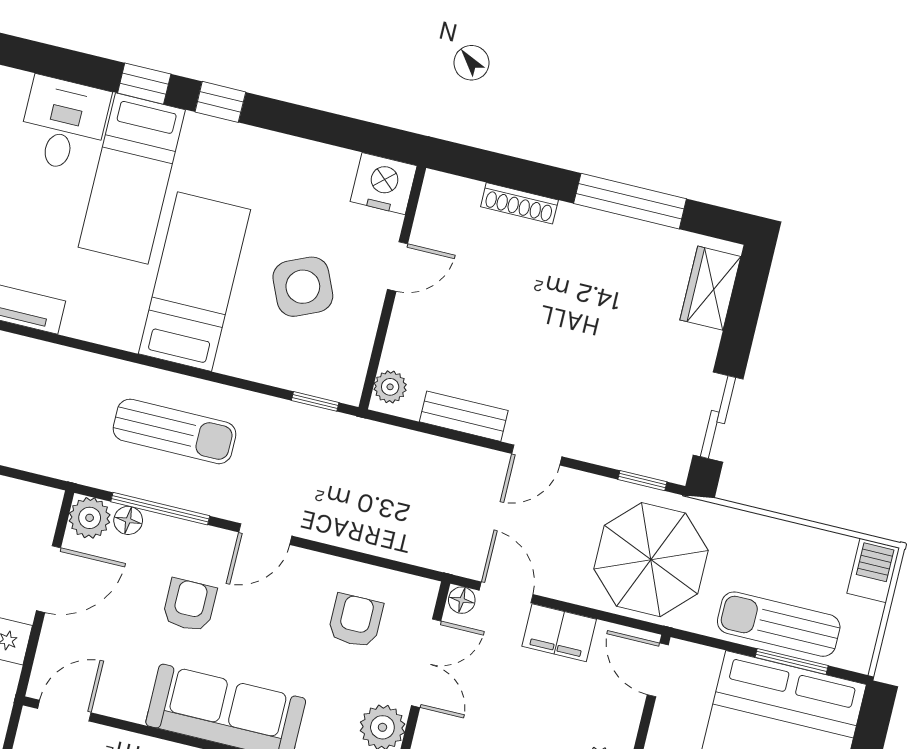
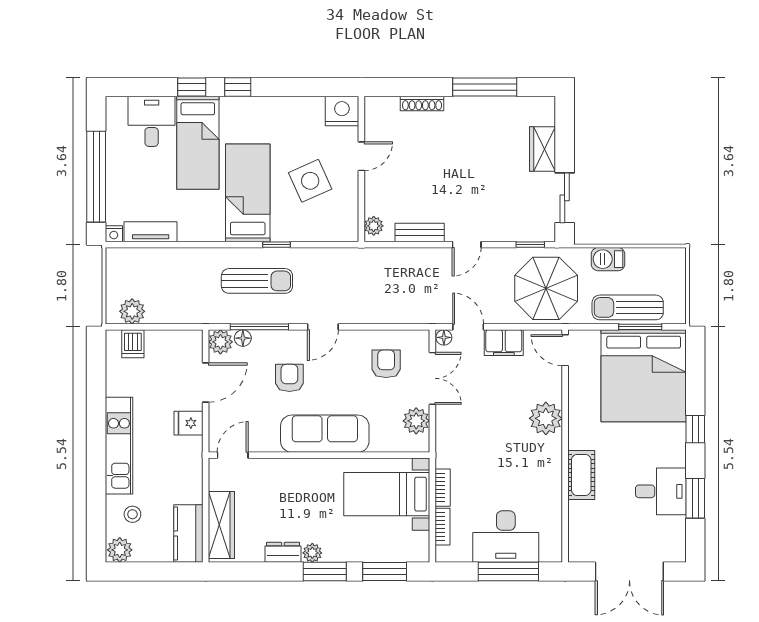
wardrobe: (710, 288) -> (543, 149), moved
window: (315, 401) -> (276, 245), moved
barbecue: (873, 571) -> (608, 259), moved, turned -90

